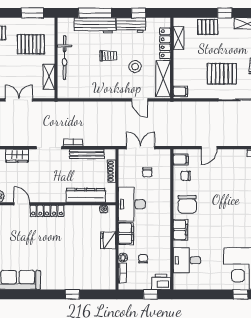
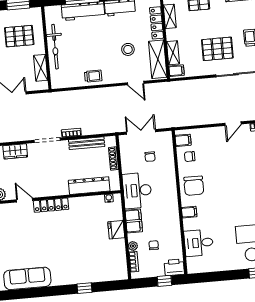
trolley: (108, 56) -> (93, 76), moved
shelving: (179, 74) -> (173, 53), added
door: (209, 148) -> (233, 124), moved
filing cabinet: (180, 230) -> (189, 212), width x0.50

